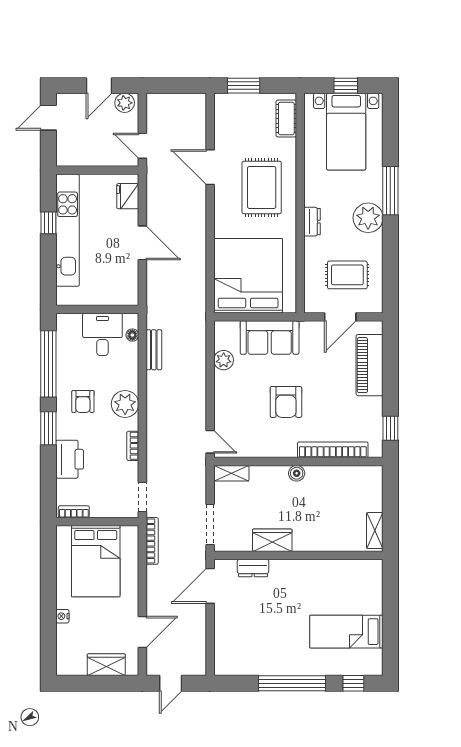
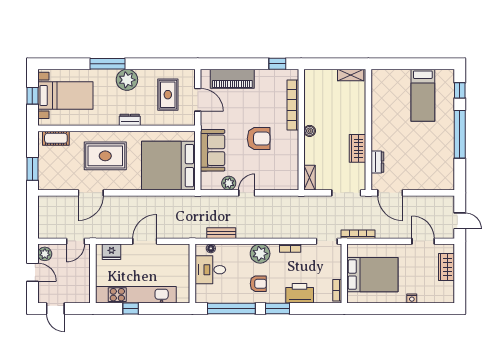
door: (210, 442) -> (247, 193), moved

